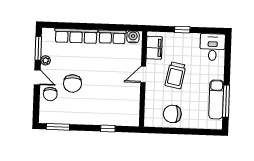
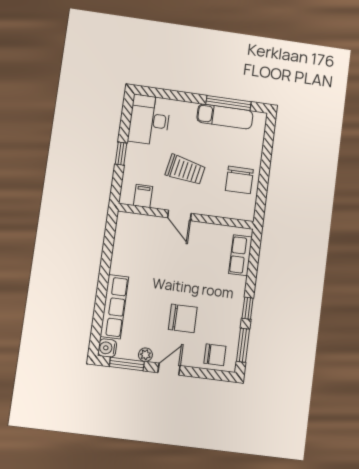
row of seats: (112, 37) -> (240, 255), moved, turned 180
water cooler: (133, 37) -> (107, 348), moved
desk: (213, 47) -> (149, 120), width x1.37
filing cabinet: (154, 48) -> (143, 196), width x0.50
chair: (50, 94) -> (215, 355), moved
window: (108, 129) -> (248, 308), moved

